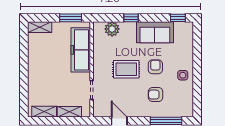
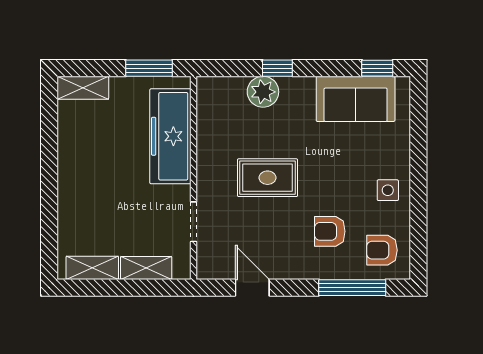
plant: (112, 29) -> (263, 92), moved
sofa: (155, 32) -> (356, 99), moved
armchair: (155, 67) -> (382, 250), moved, turned -90

